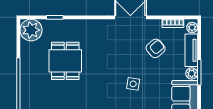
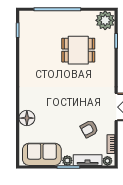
armchair: (156, 48) -> (89, 129), turned 103
side table: (133, 84) -> (58, 109), removed

